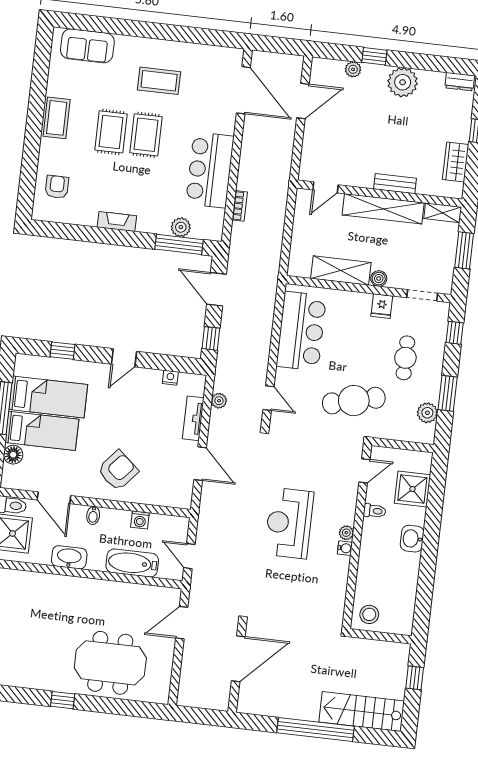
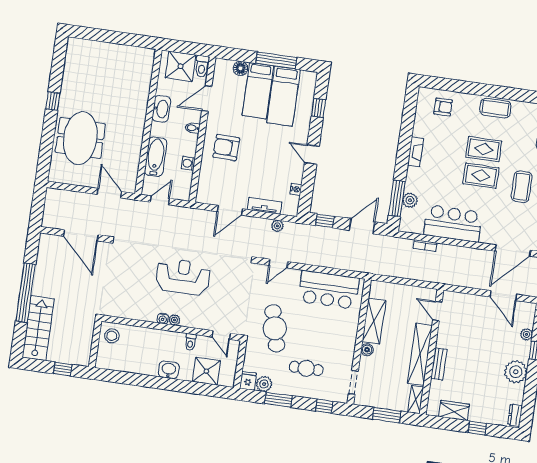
fridge: (382, 306) -> (248, 381), moved, turned 90
armchair: (118, 470) -> (226, 148), turned 141

